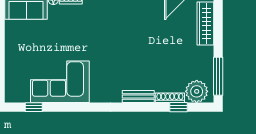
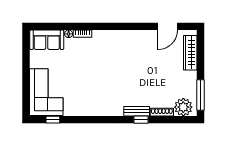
corner sofa: (60, 82) -> (46, 92), moved, turned 90
window: (178, 107) -> (141, 120), moved

